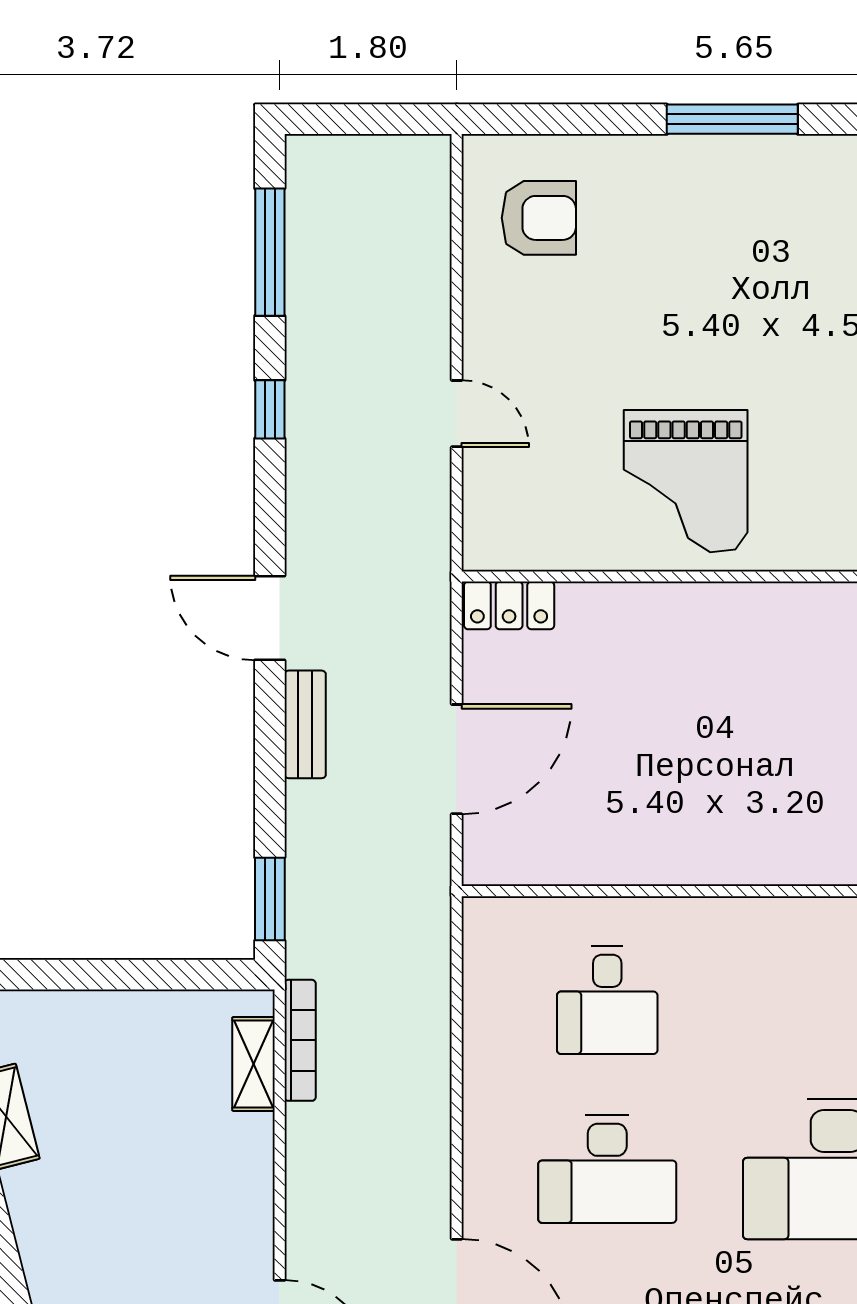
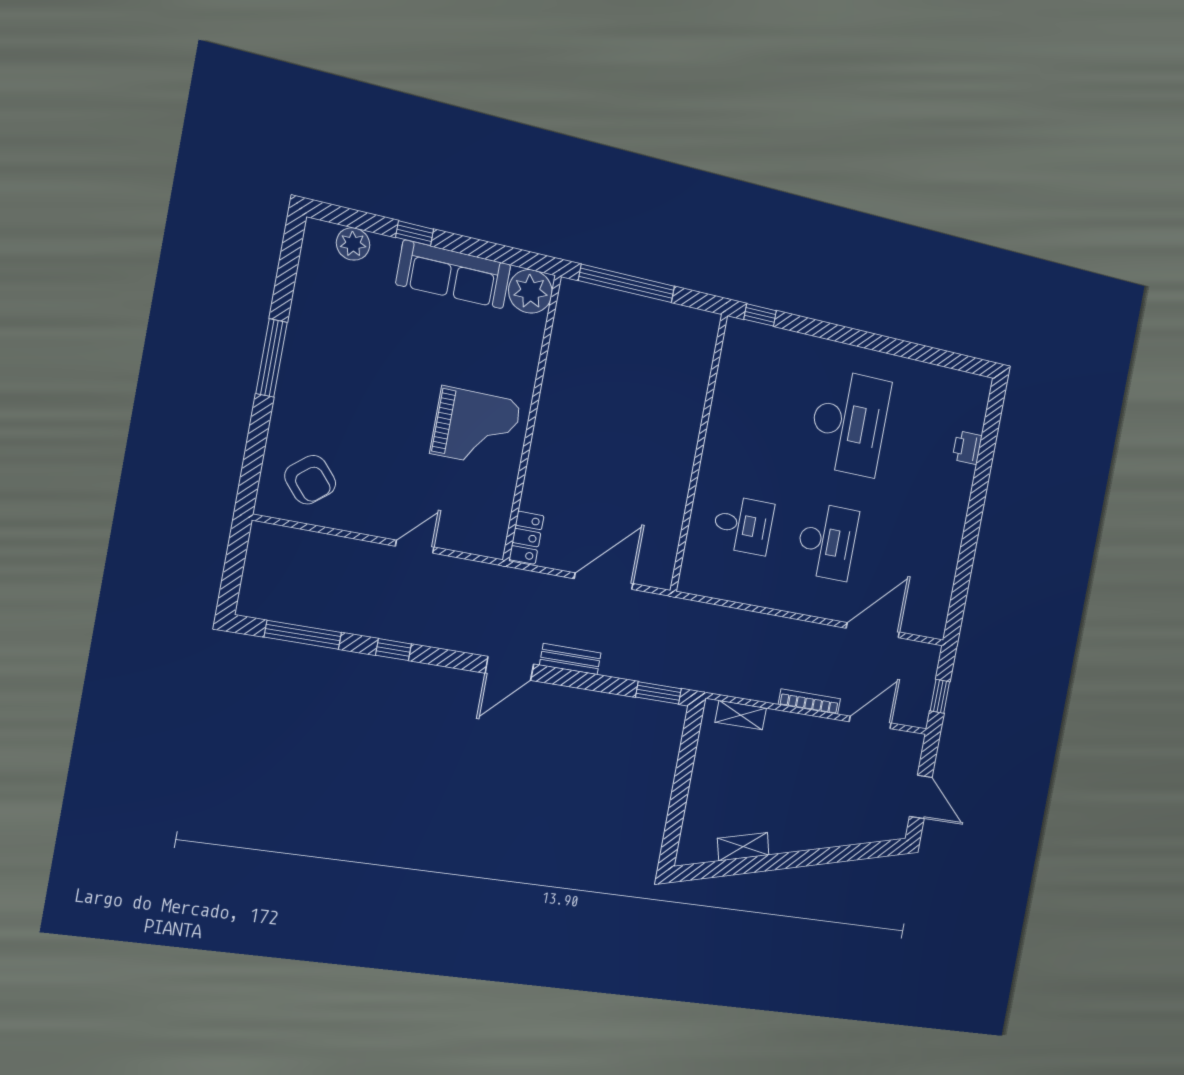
armchair: (539, 218) -> (310, 480), turned 140
door: (457, 759) -> (604, 581), hinge flipped
bookcase: (300, 1040) -> (809, 702), moved

